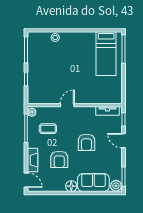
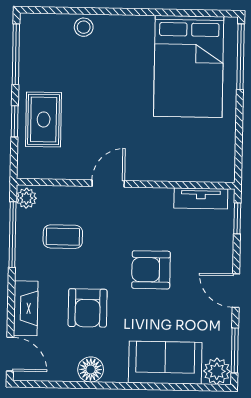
bed: (106, 54) -> (189, 66), width x1.50
rug: (39, 78) -> (44, 119), added
door: (124, 141) -> (236, 291), moved
armchair: (86, 142) -> (151, 270), turned 90
floor lamp: (71, 186) -> (91, 369), moved

